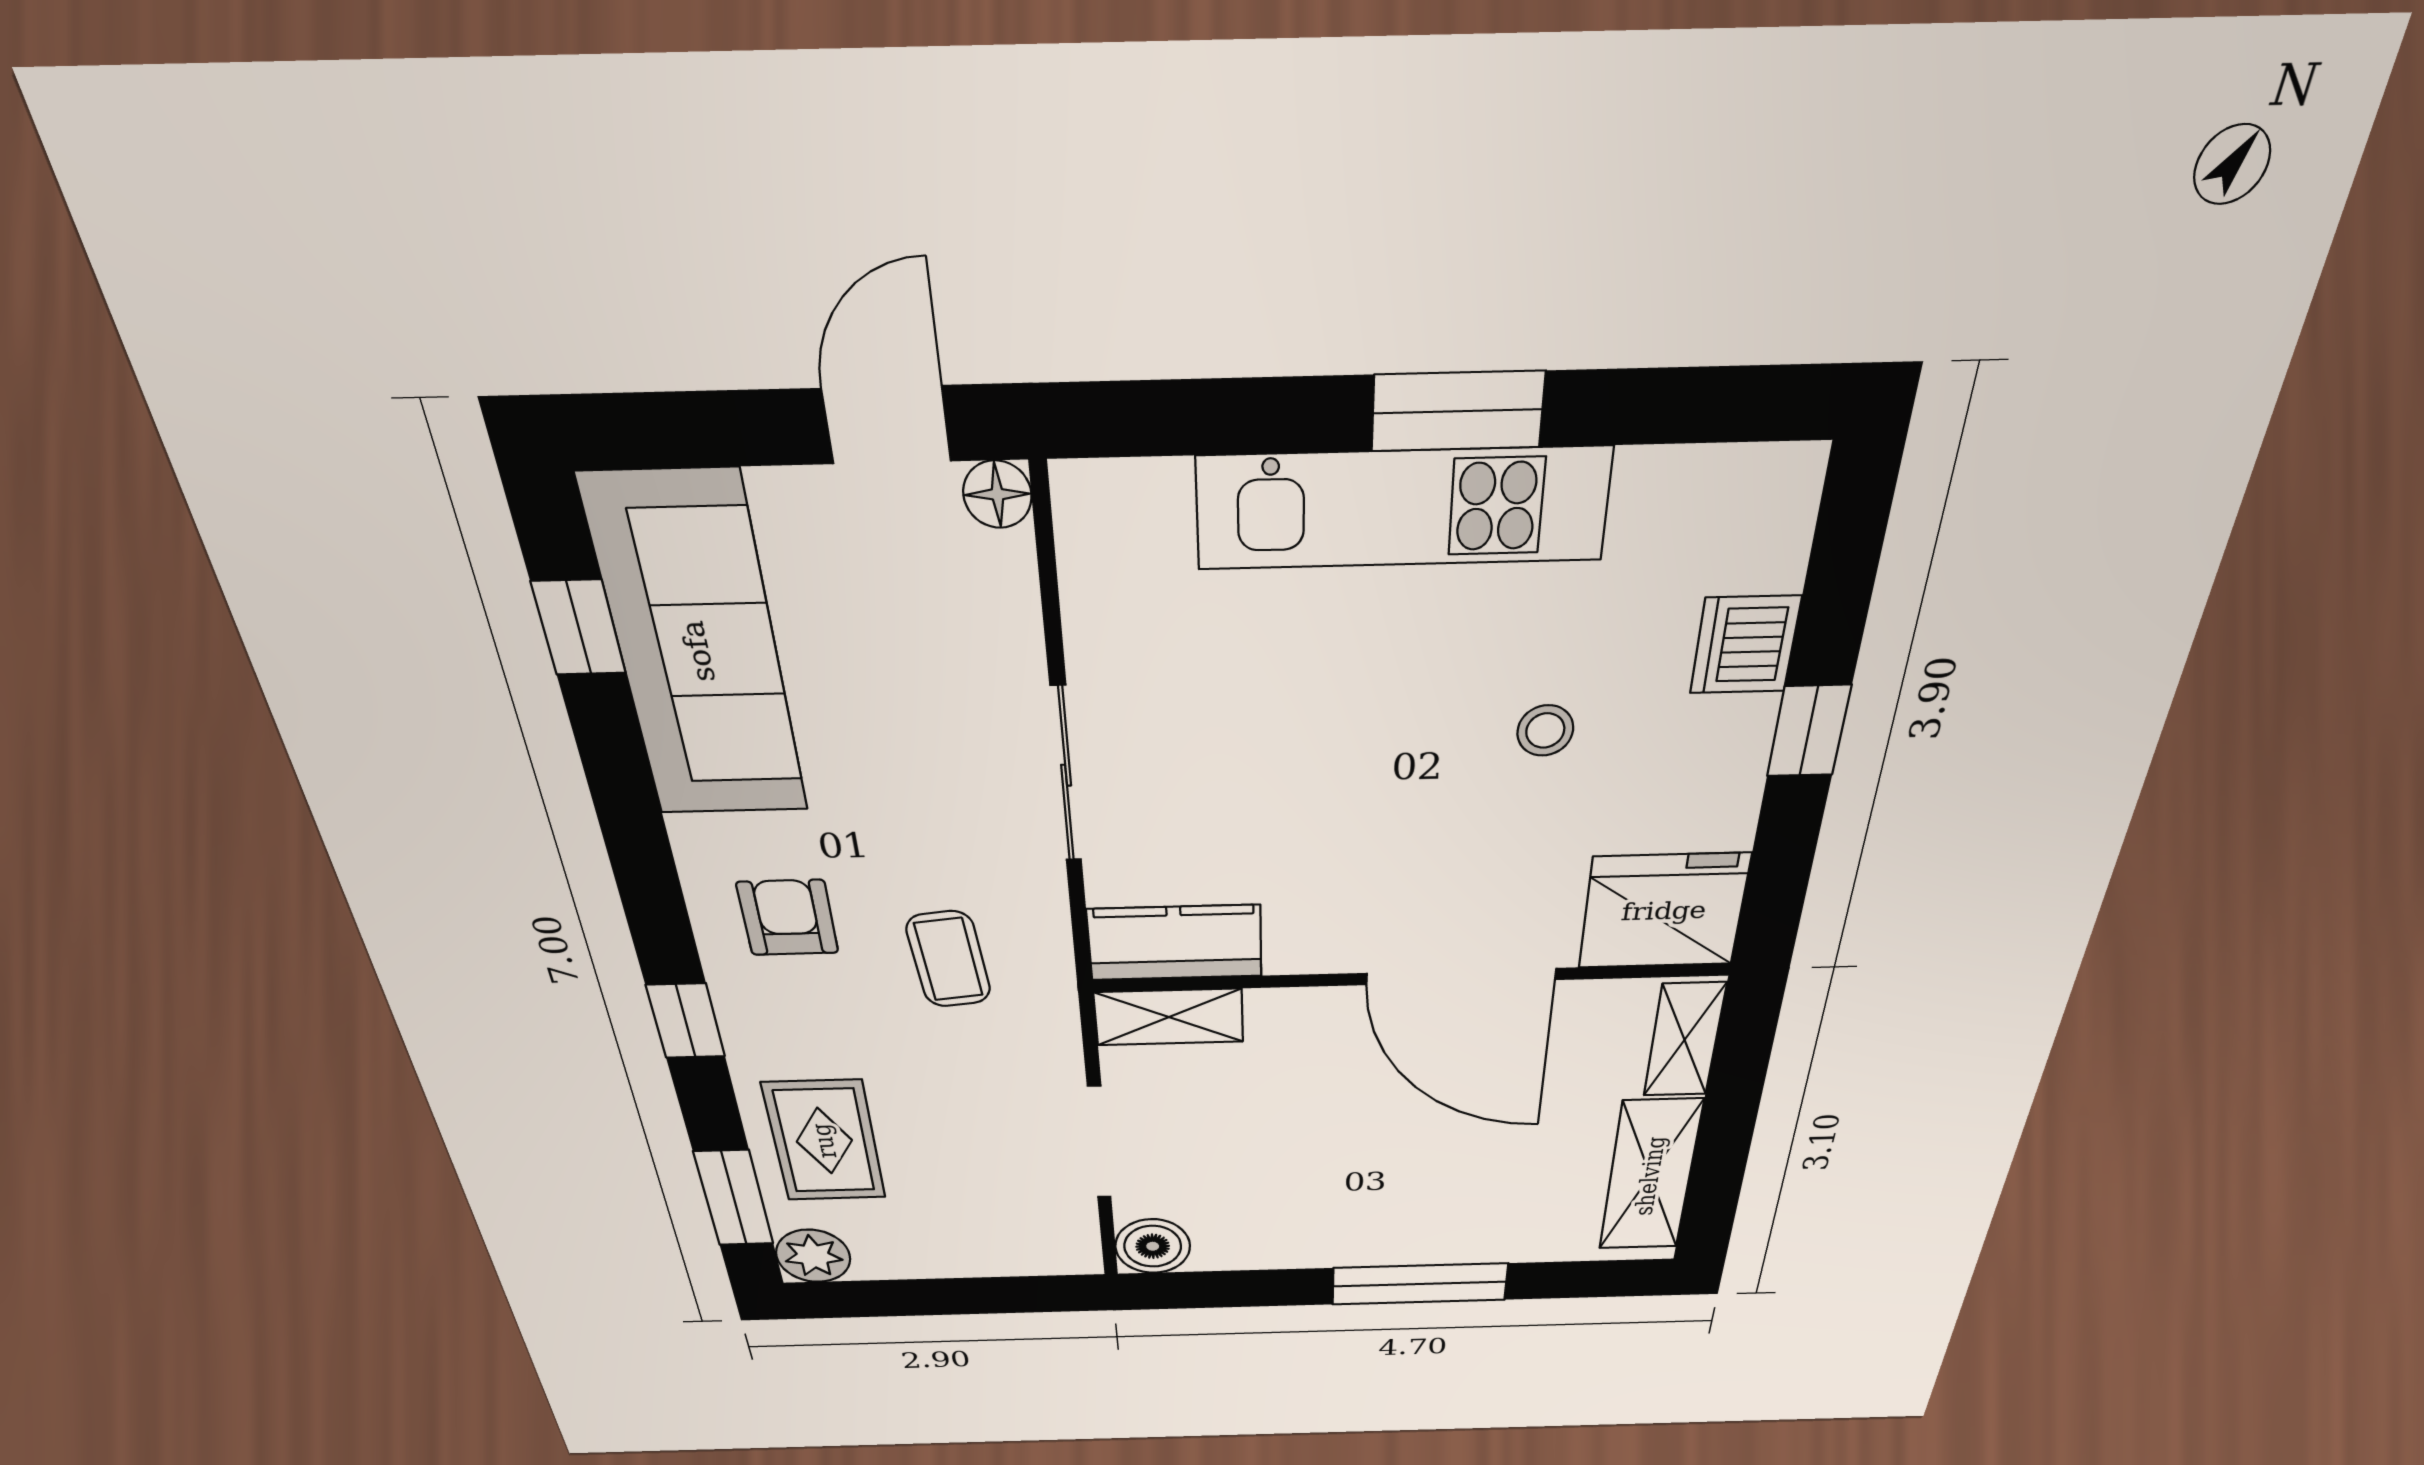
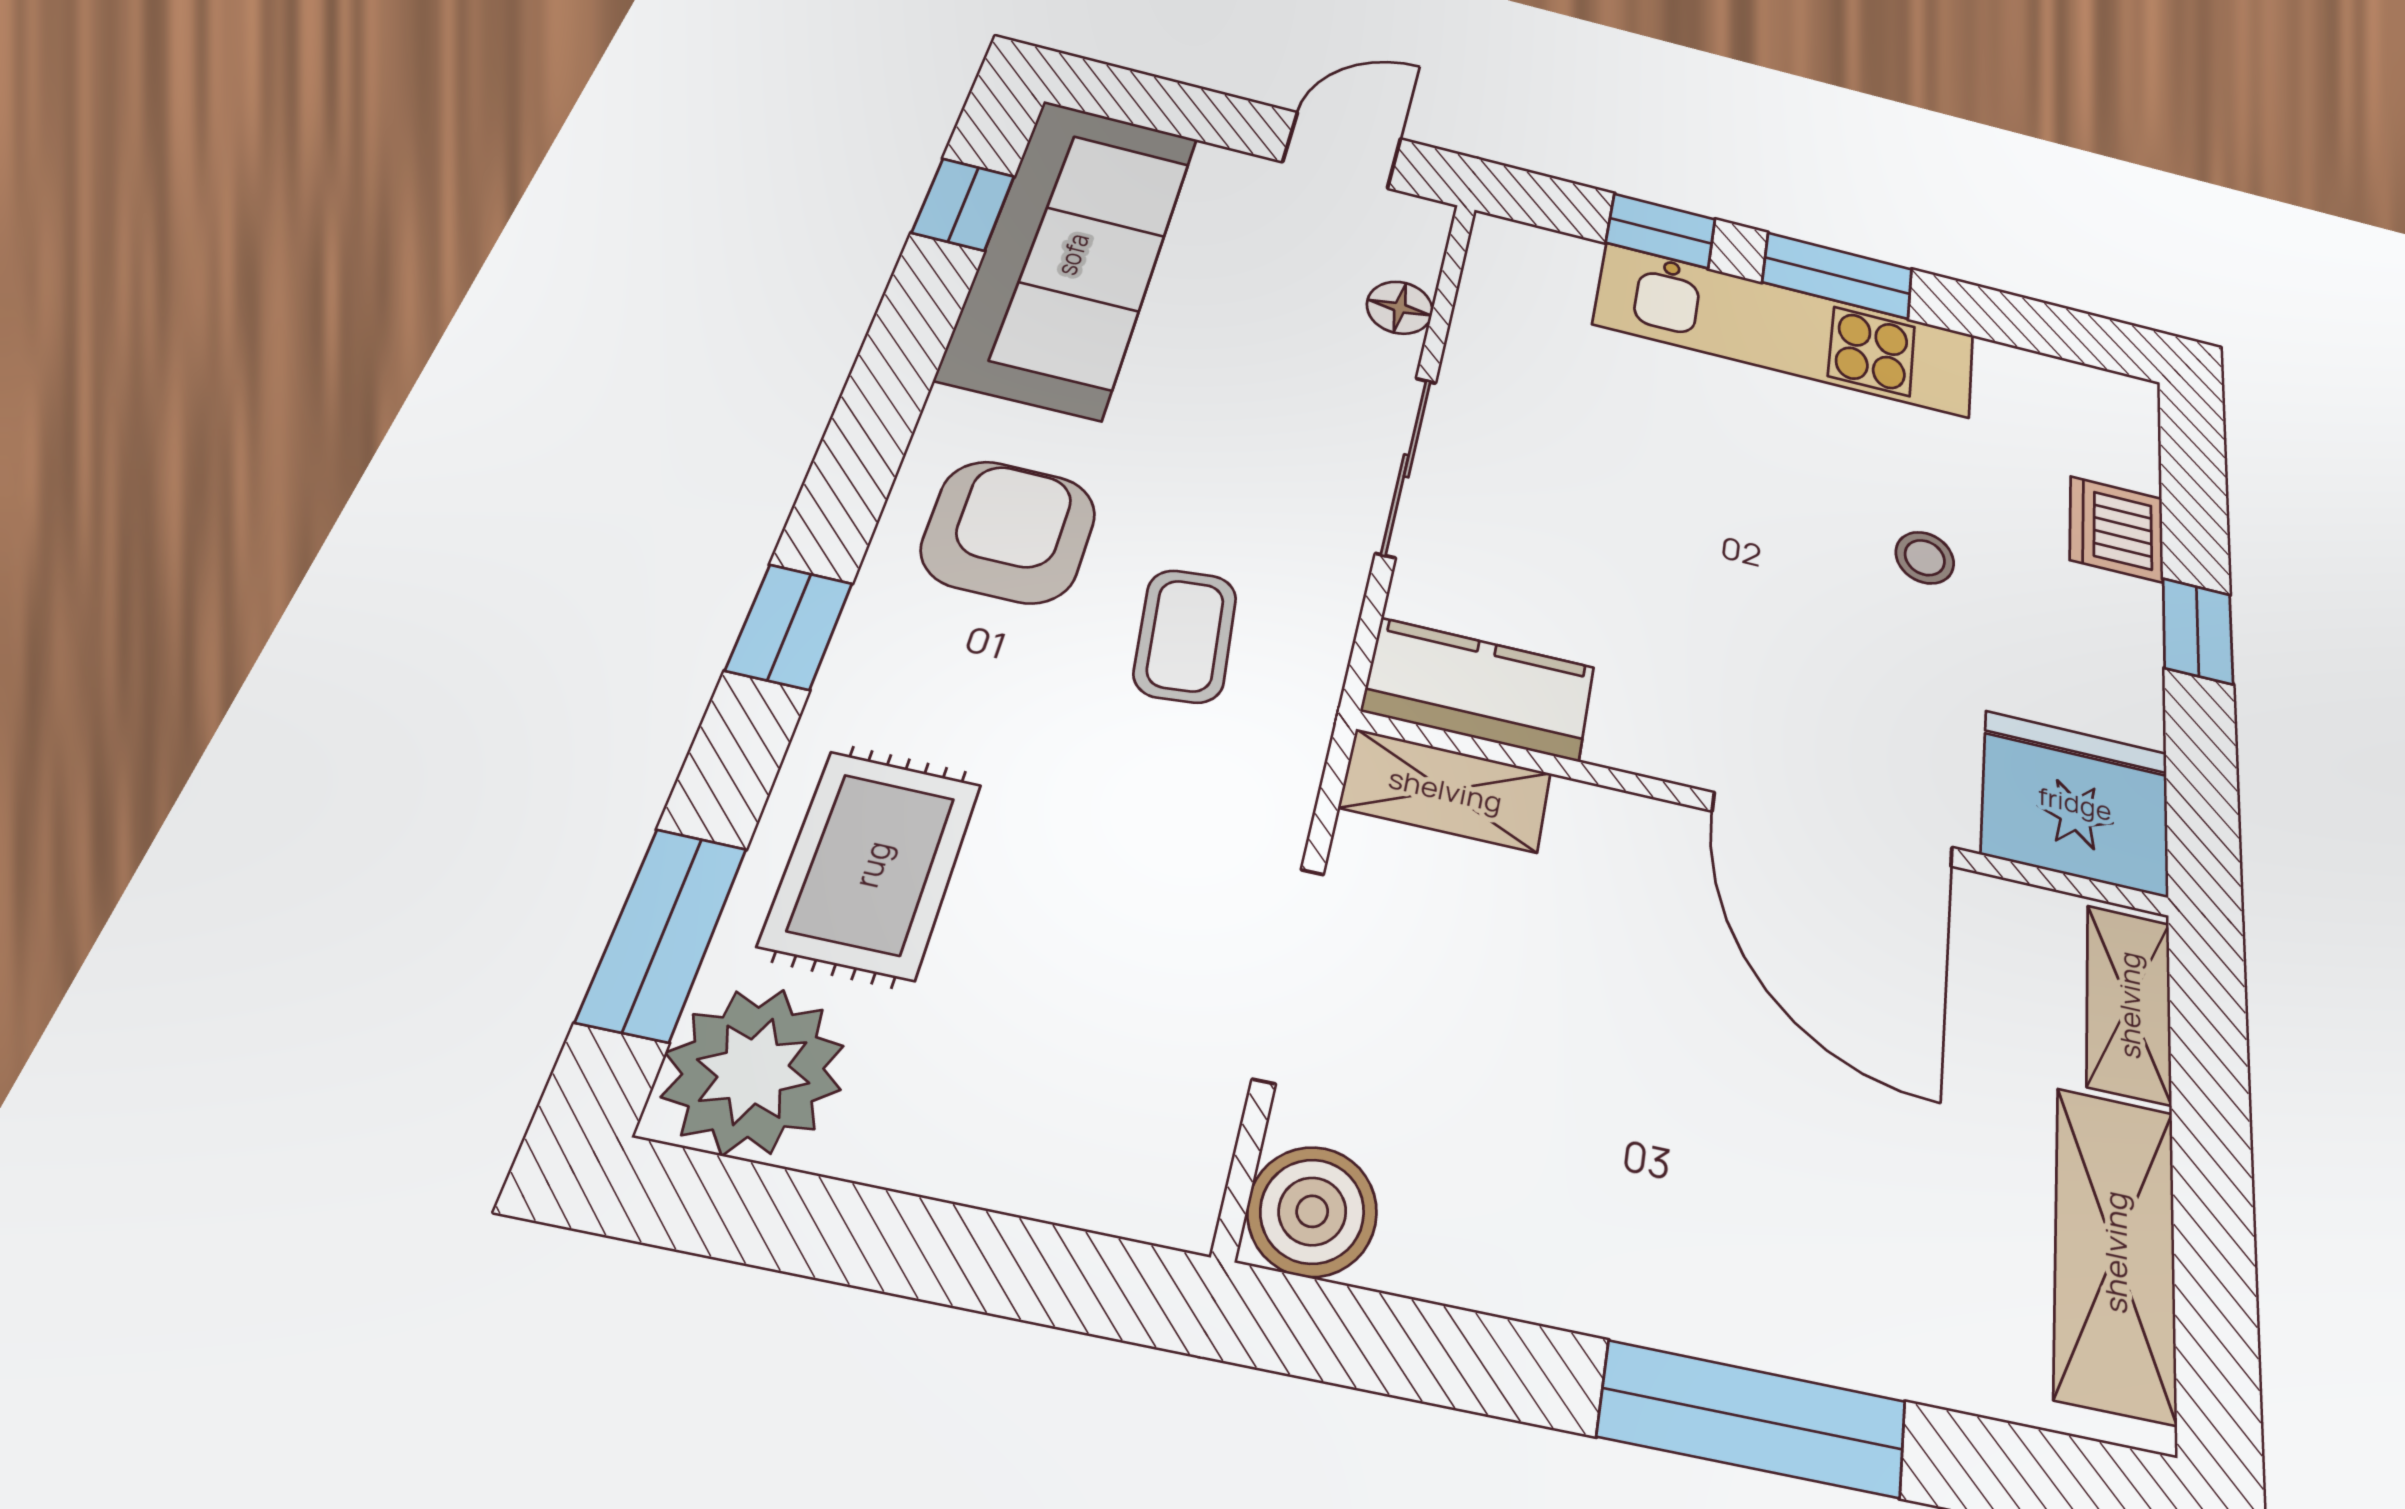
window: (1252, 416) -> (1661, 231), added
floor lamp: (997, 494) -> (1400, 308), moved
armchair: (788, 918) -> (1009, 532), width x1.38, depth x1.38
plant: (813, 1256) -> (753, 1071), width x1.36, depth x1.36

